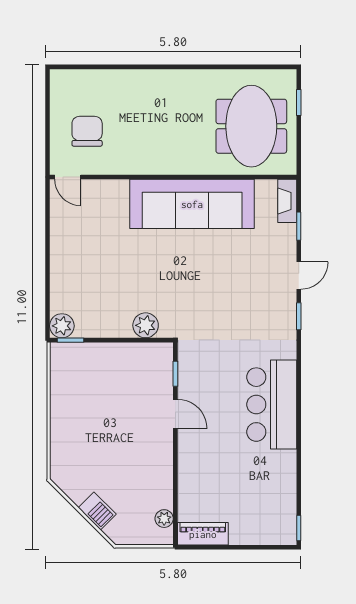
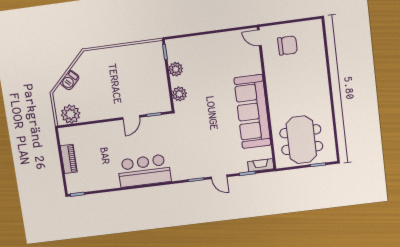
meeting table: (251, 126) -> (301, 140), turned 90
door: (68, 177) -> (259, 38), hinge flipped
plant: (62, 326) -> (176, 69), moved
plant: (164, 519) -> (71, 114), width x1.88, depth x1.88
piano: (203, 534) -> (69, 159), moved

